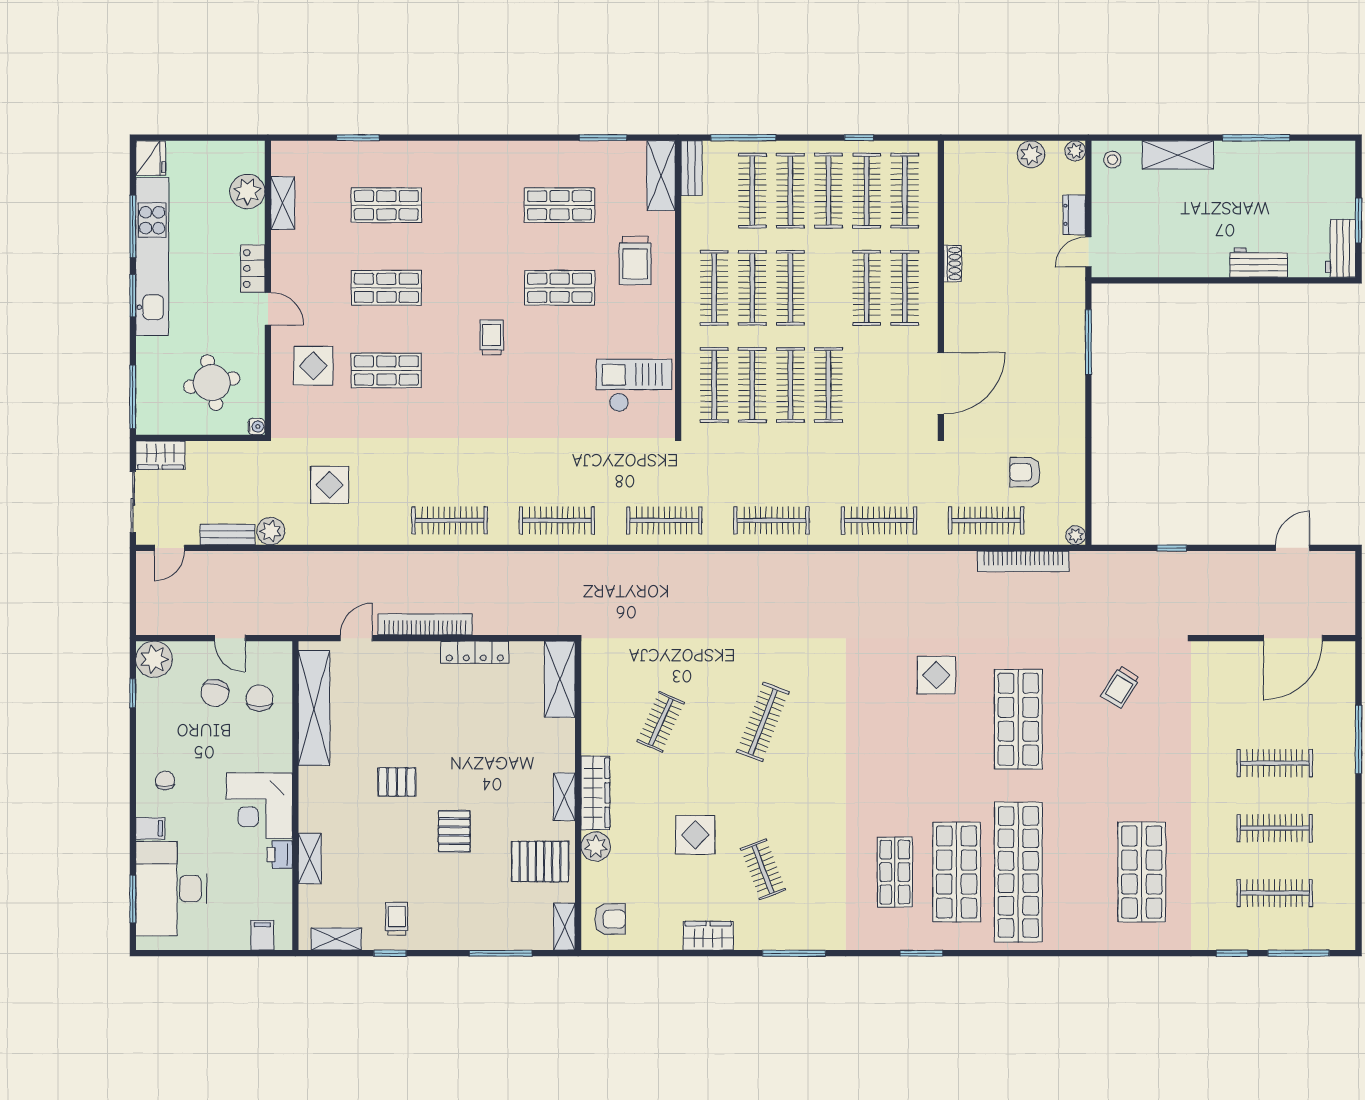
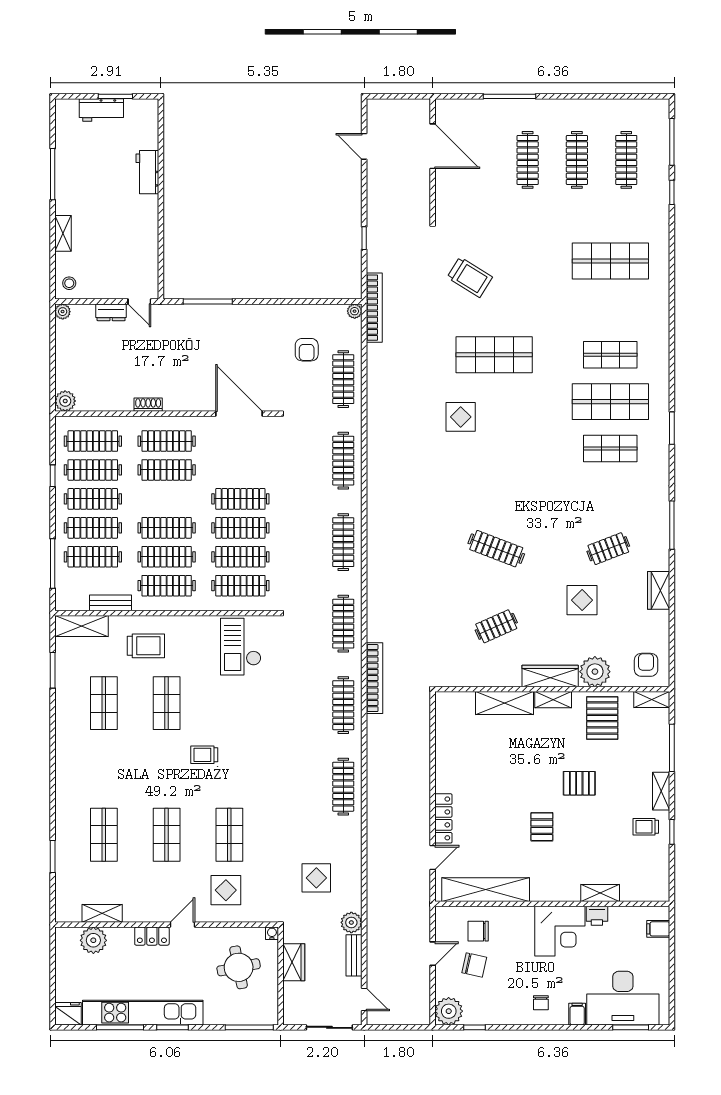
plant: (1031, 154) -> (65, 401), moved
shelving: (1178, 155) -> (63, 233), width x0.67, depth x0.75
bench: (692, 168) -> (110, 603), moved
workbench: (1341, 248) -> (101, 110), moved
wardrobe: (160, 455) -> (294, 962), moved
bookcase: (1023, 561) -> (374, 308), moved
bookcase: (425, 624) -> (375, 678), moved, turned 180
door: (356, 638) -> (433, 857), swing flipped
locker: (475, 652) -> (443, 818), moved
shelving: (560, 679) -> (504, 703), moved
trolley: (1120, 687) -> (470, 277), width x1.36, depth x1.39
clothes rail: (661, 722) -> (496, 626), turned -48
chair: (165, 781) -> (541, 1003), turned -90
plant: (596, 846) -> (595, 672), width x1.36, depth x1.36
shop shelf: (1018, 872) -> (610, 355), width x0.50, depth x0.74
shelving: (336, 939) -> (661, 791), moved

